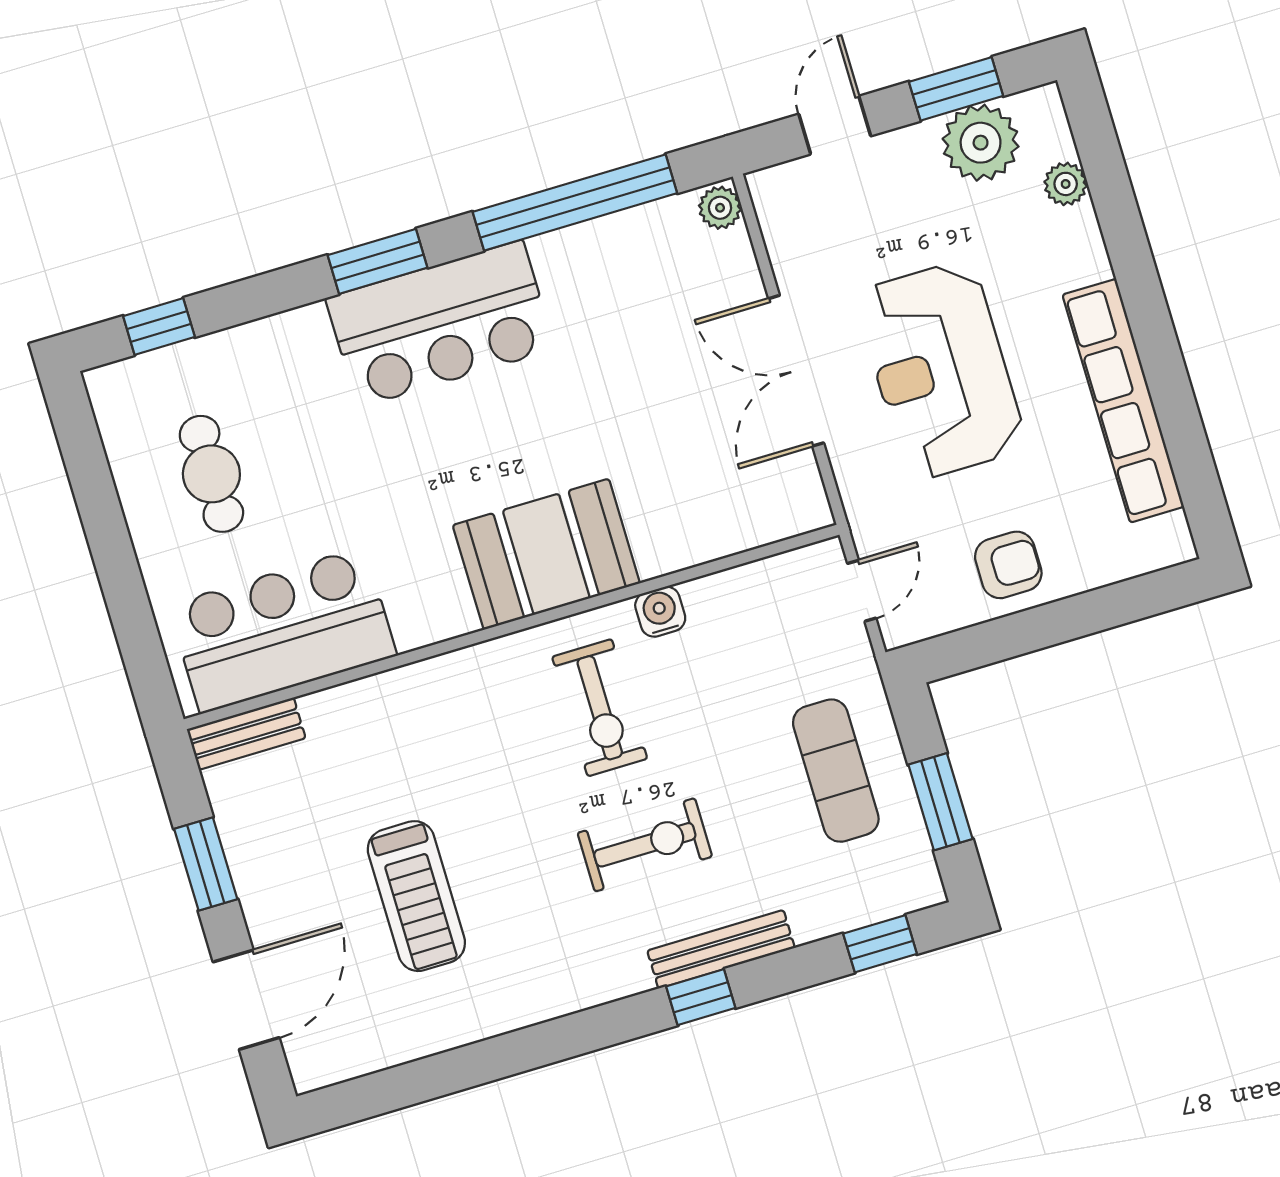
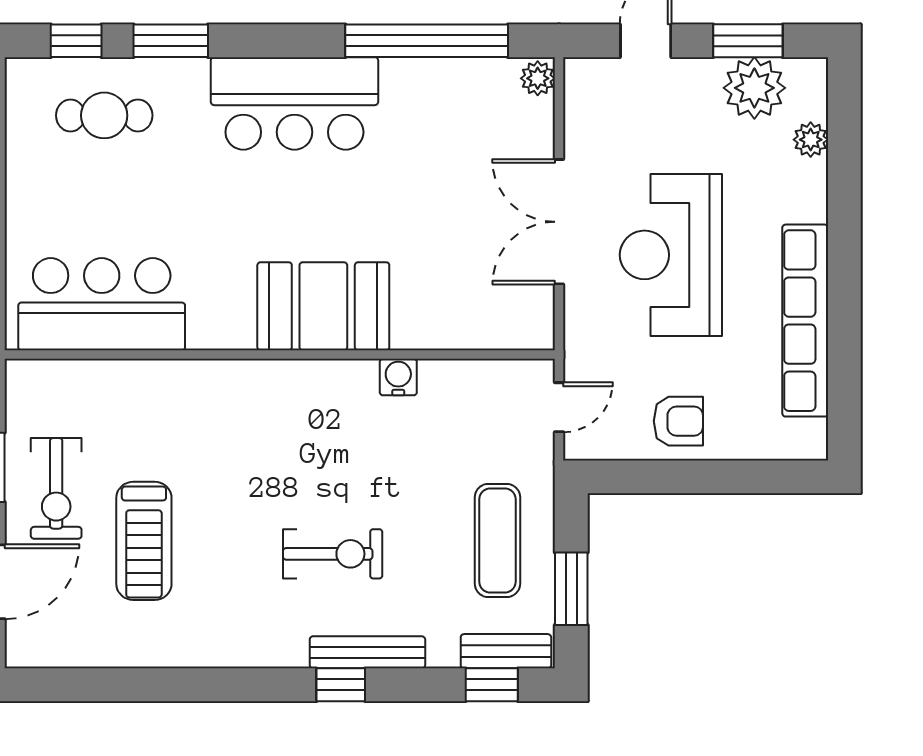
window: (378, 261) -> (171, 41), moved
cafe table: (211, 474) -> (104, 115), moved, turned 90
exercise bike: (600, 708) -> (56, 488), moved
bench: (246, 734) -> (506, 651), moved

